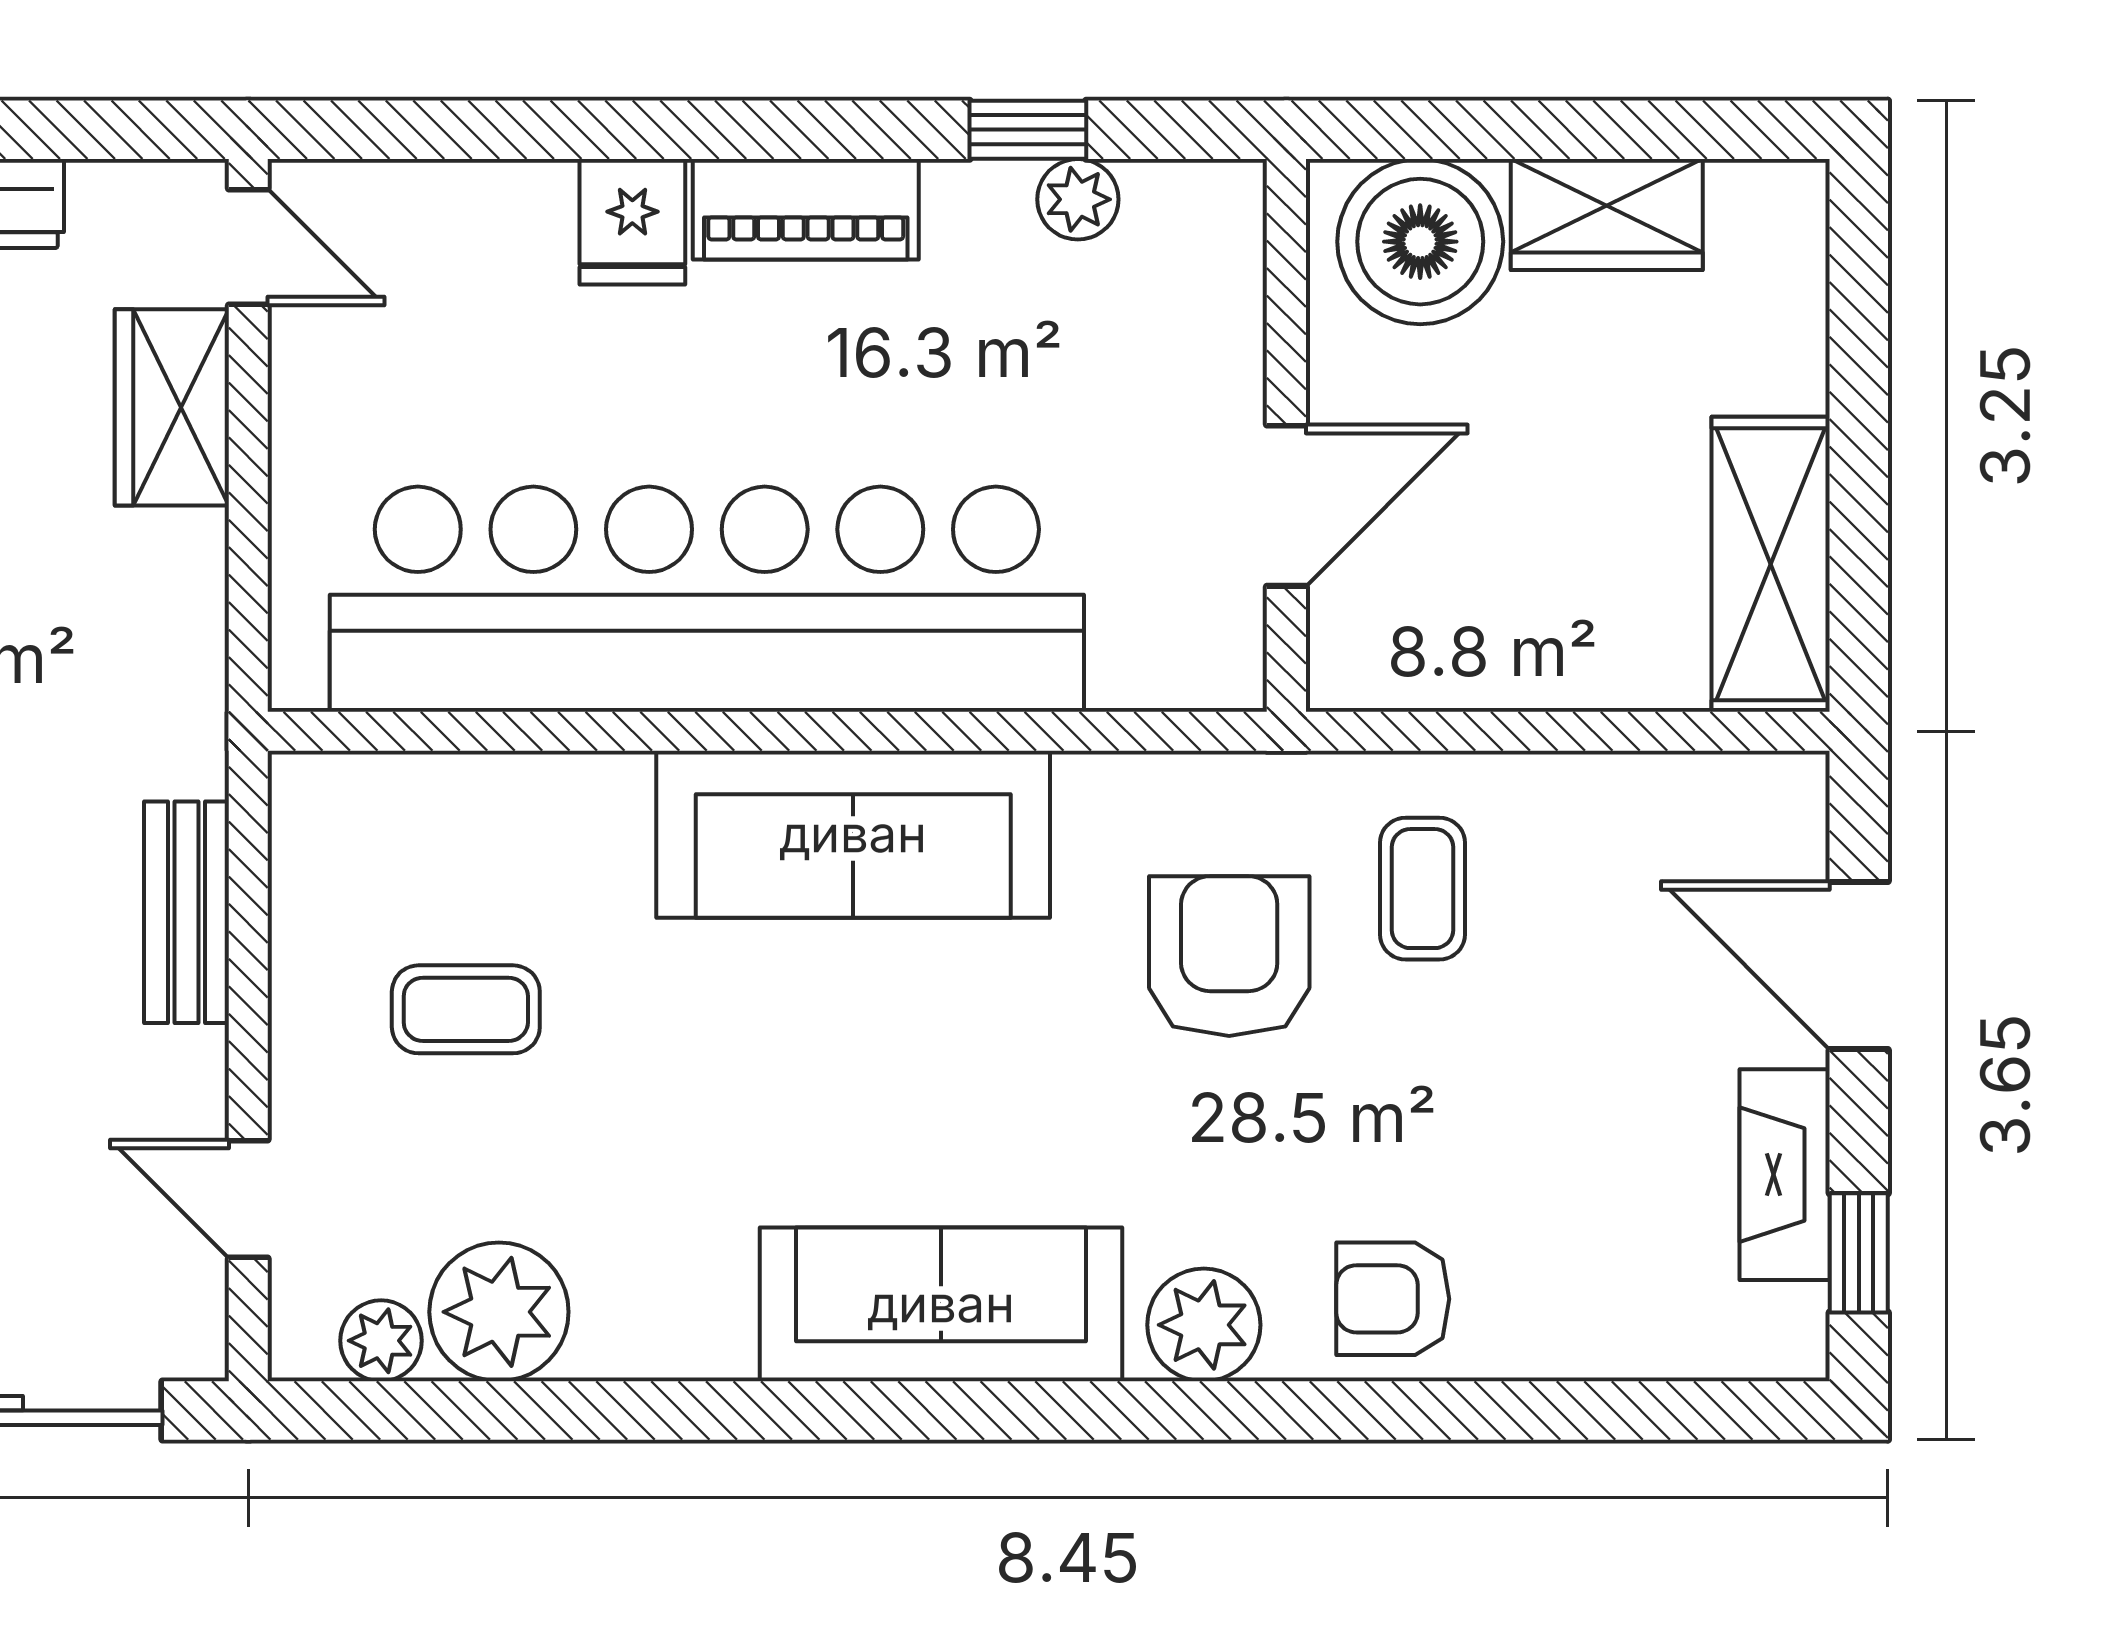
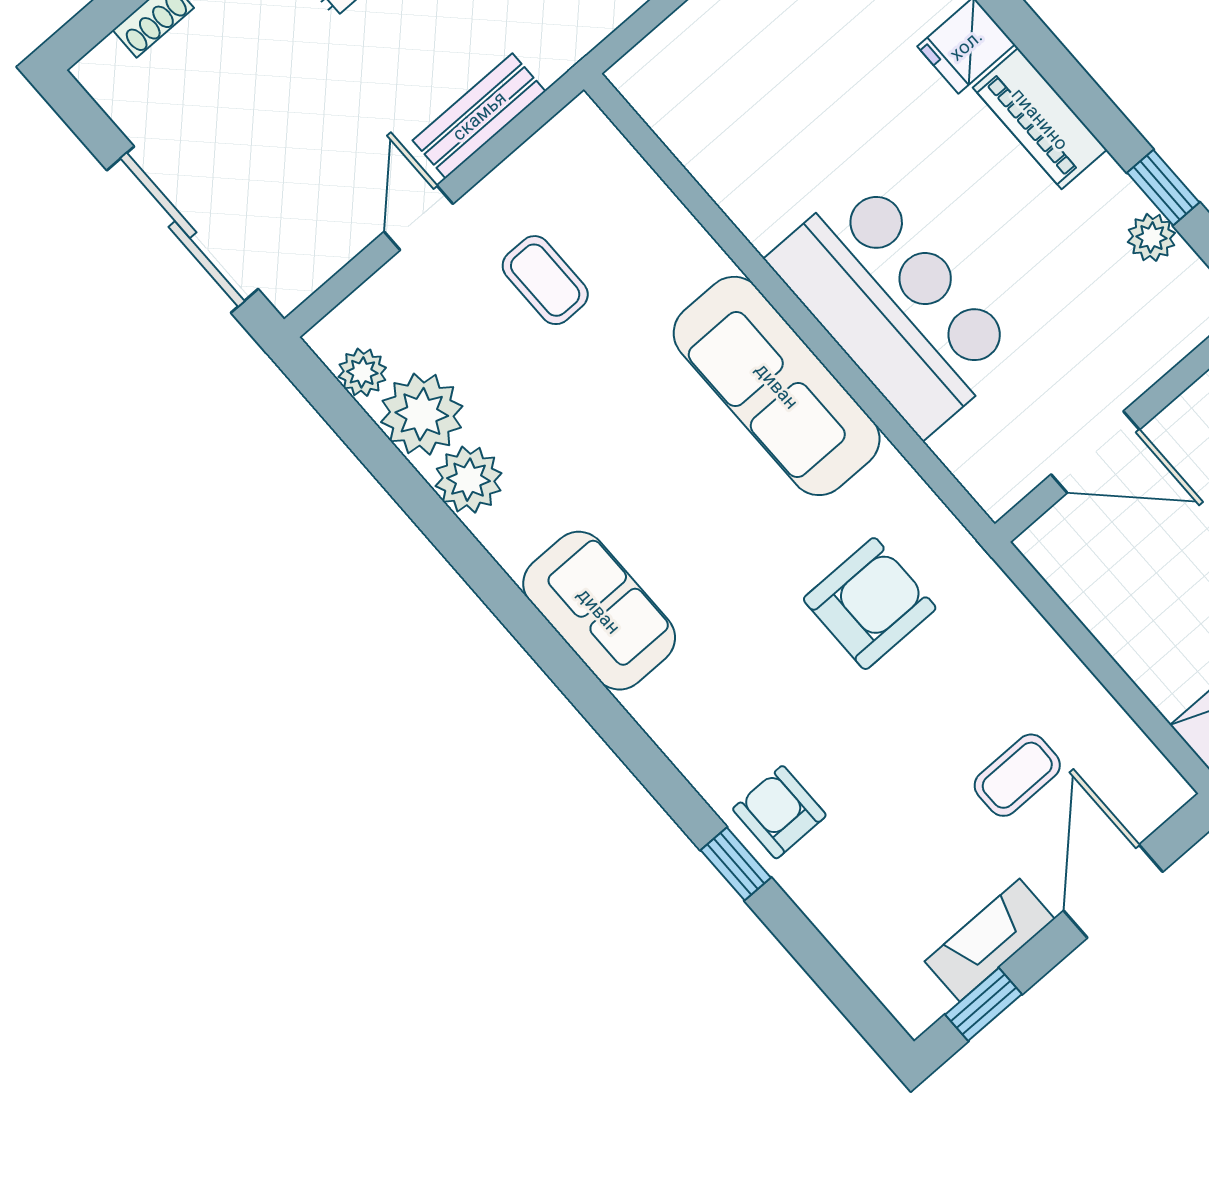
bar counter: (707, 599) -> (894, 306), width x0.54
coffee table: (1423, 889) -> (1017, 775), moved
door: (248, 1199) -> (418, 218), moved
sofa: (941, 1304) -> (599, 611), width x0.73
plant: (1204, 1325) -> (469, 480), moved
window: (1410, 1410) -> (736, 864), added

